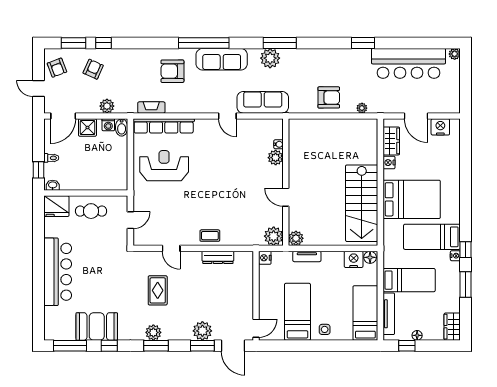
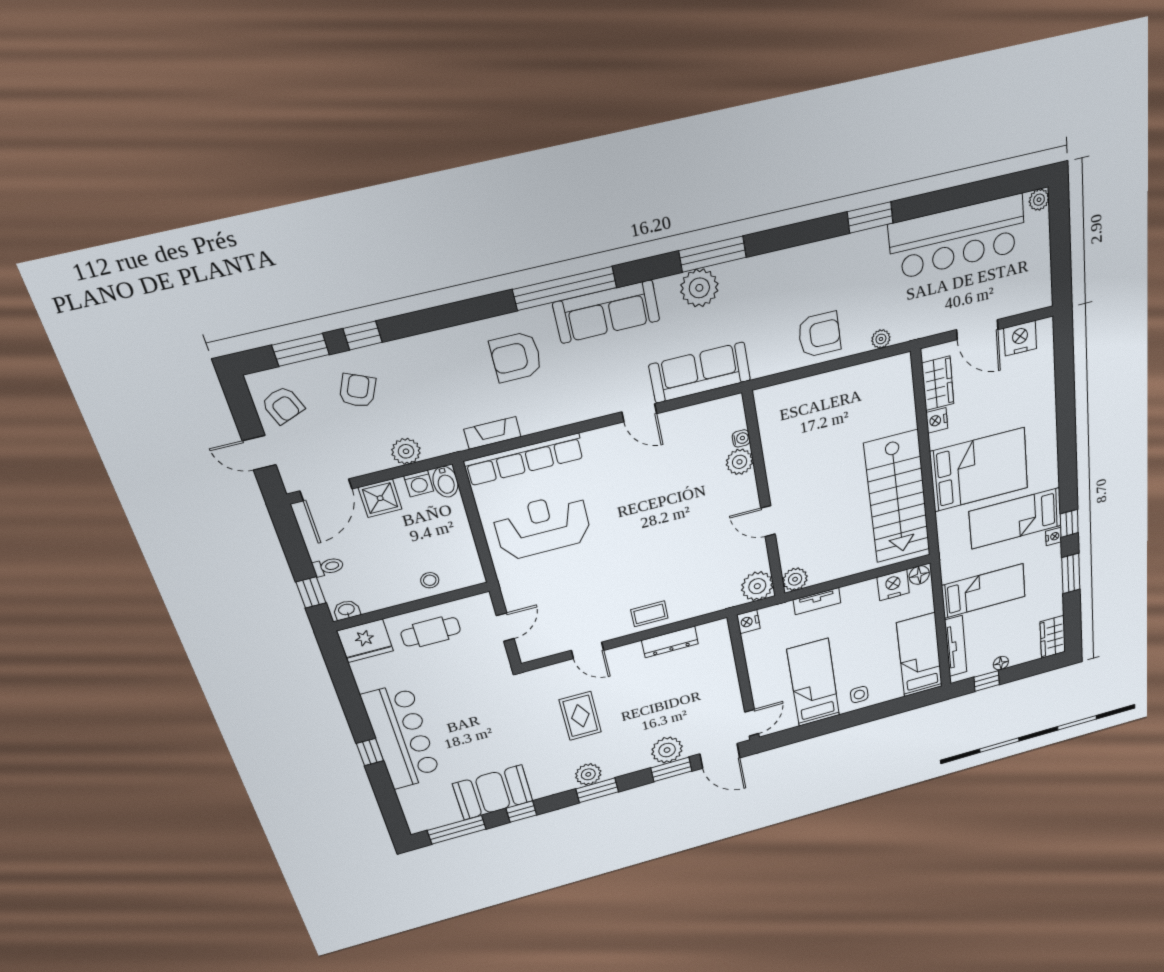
stool: (99, 180) -> (430, 580), added
window: (38, 276) -> (370, 752), added

